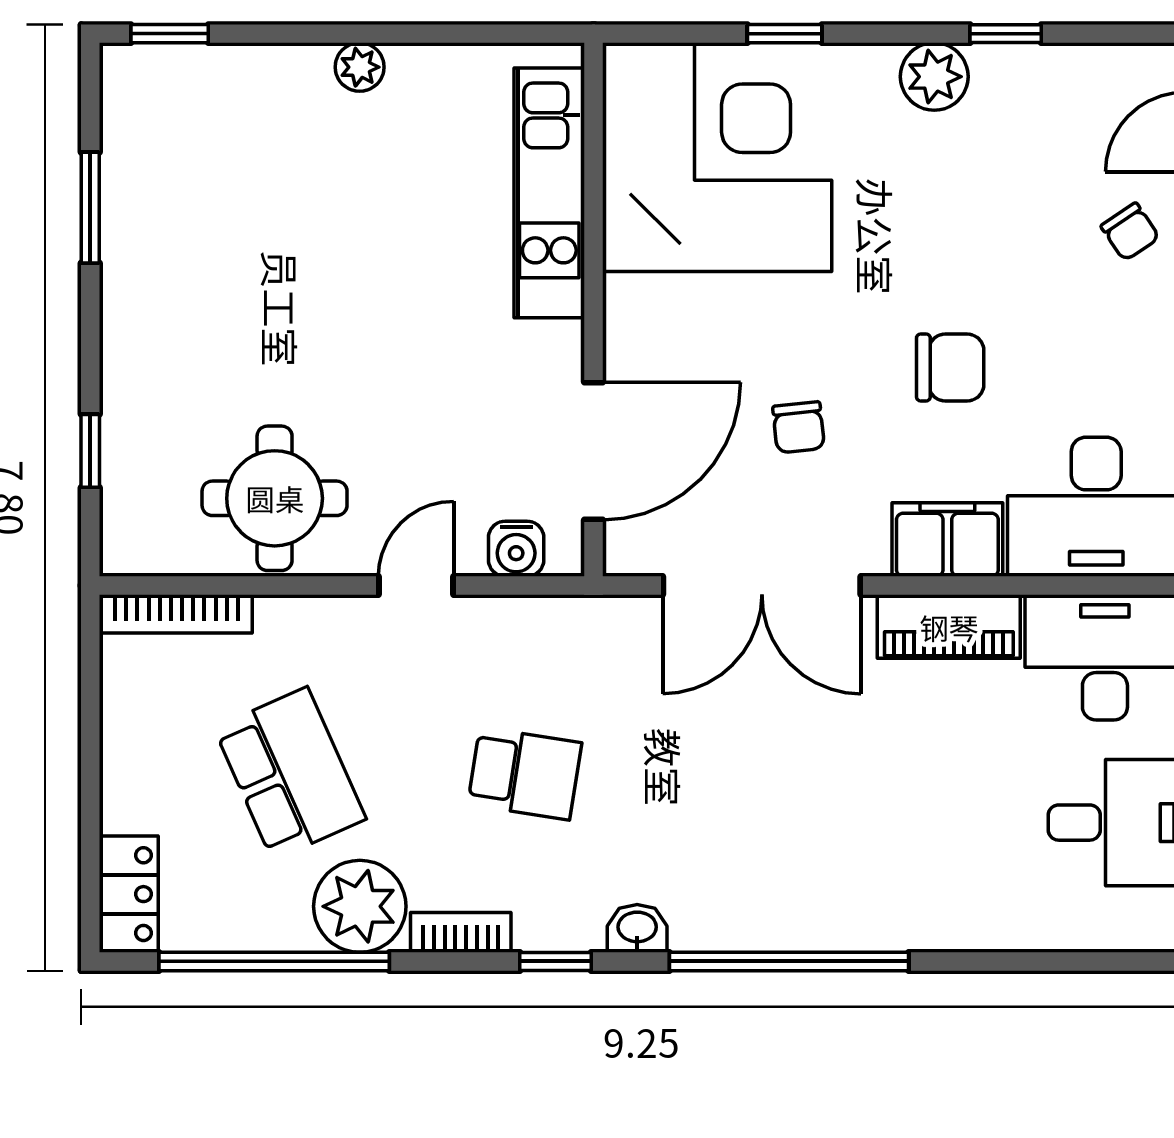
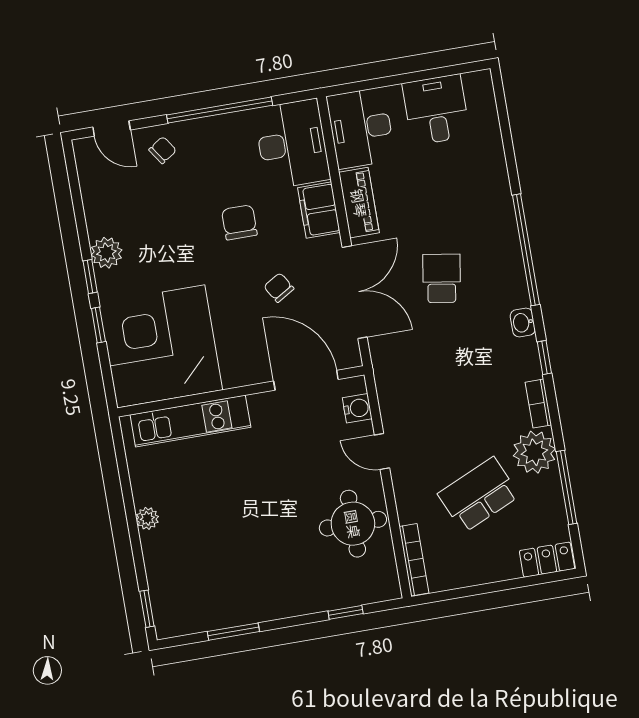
window: (1006, 34) -> (90, 277), moved
chair: (799, 427) -> (279, 288), turned -115
school desk: (525, 773) -> (442, 278), moved
window: (274, 961) -> (567, 487), width x0.68

